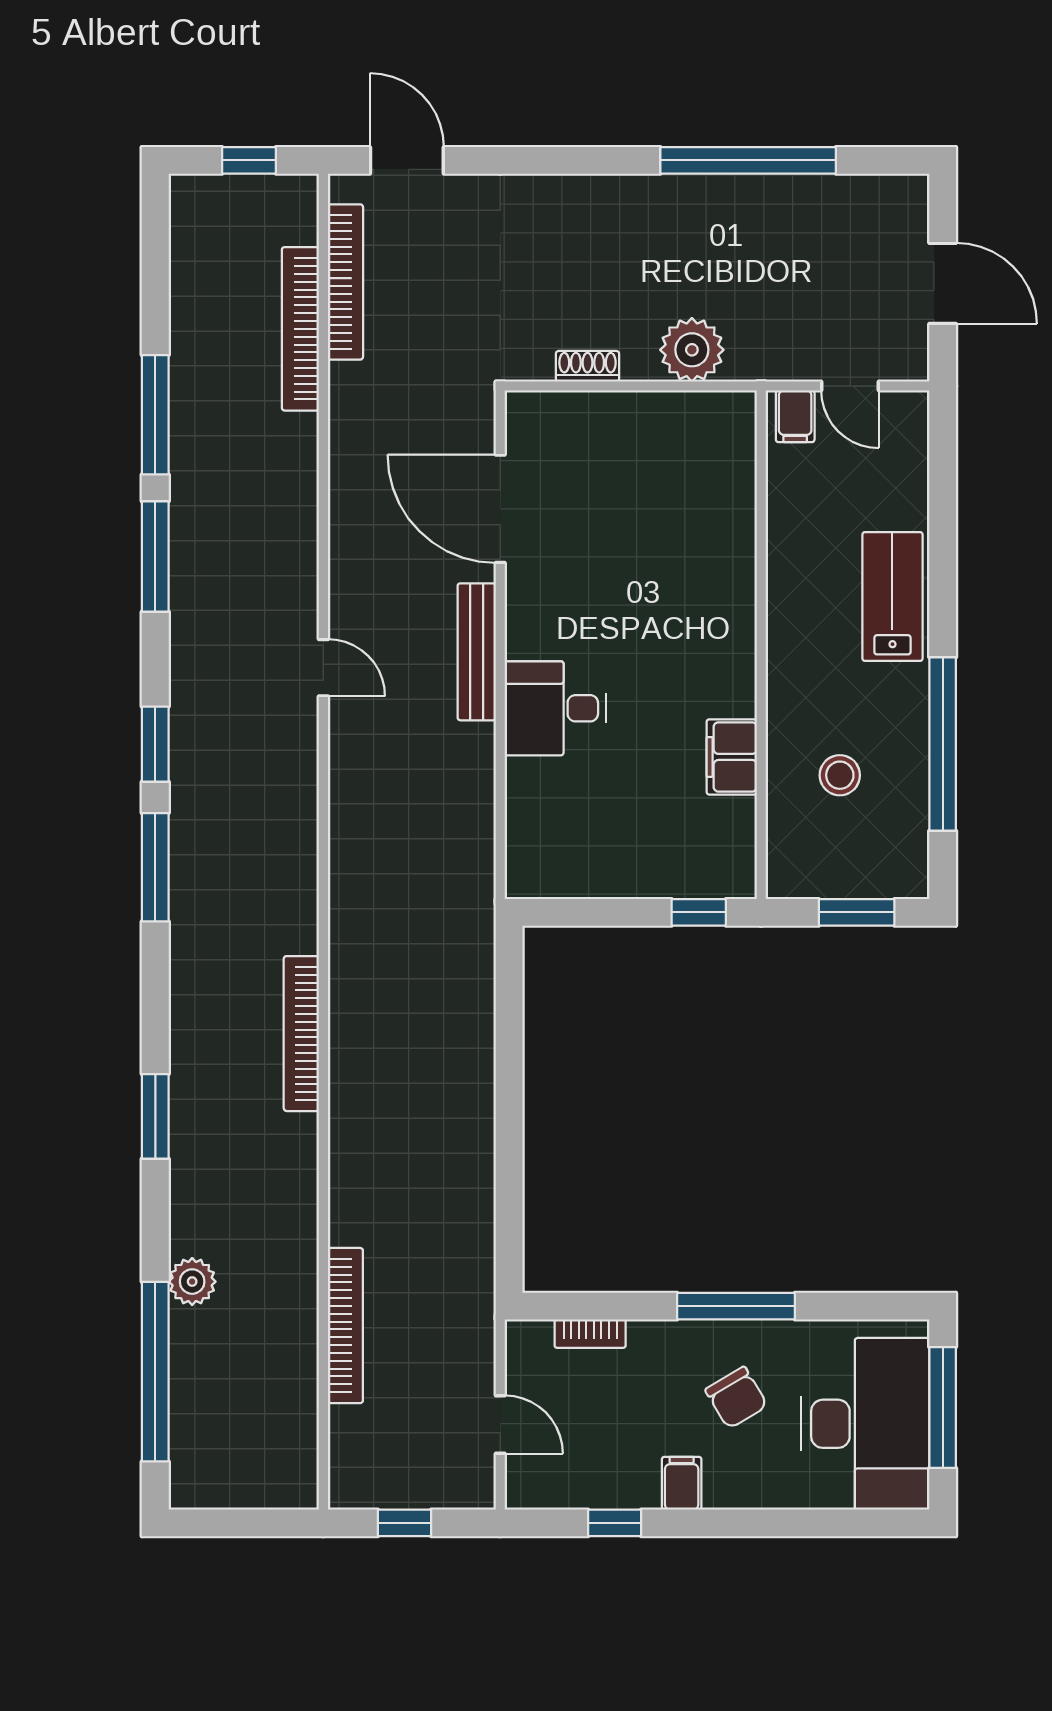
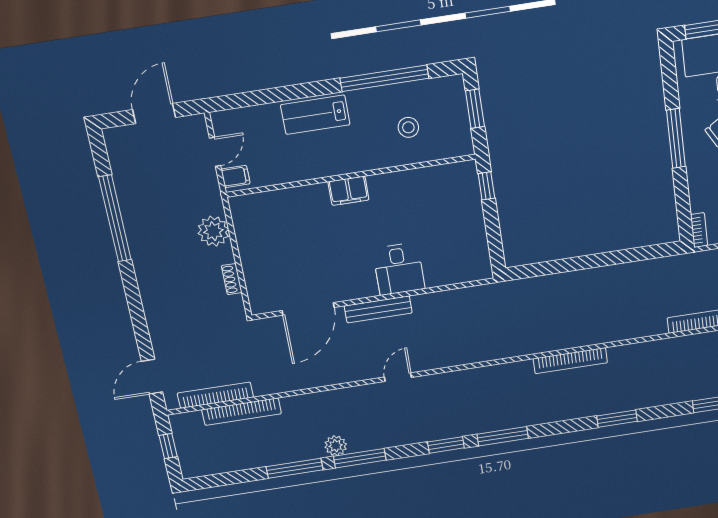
filing cabinet: (732, 757) -> (348, 191), moved
plant: (192, 1282) -> (336, 446), moved
bookcase: (590, 1334) -> (699, 230), moved

